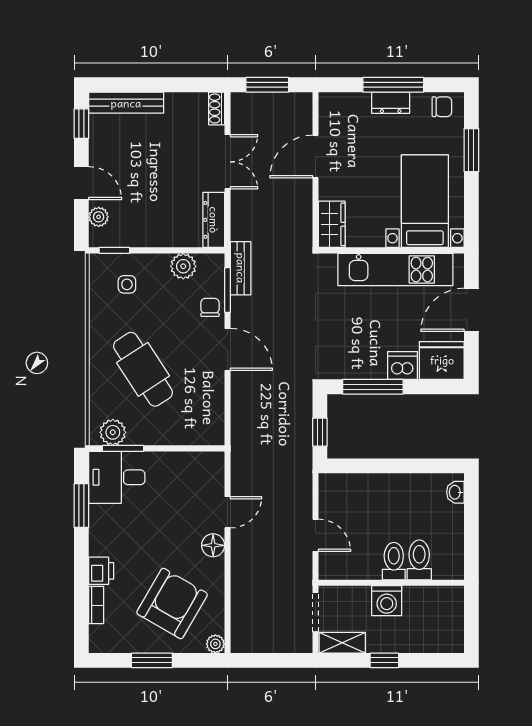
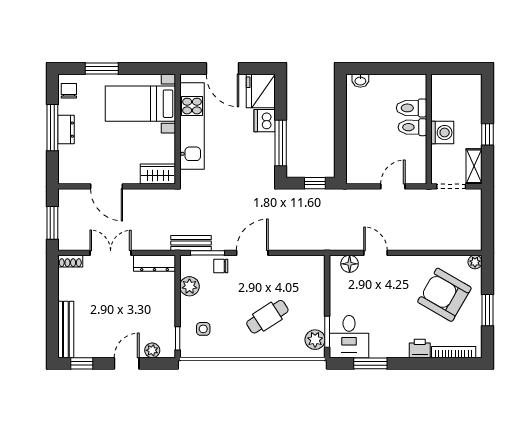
cafe table: (143, 369) -> (267, 317), width x0.73, depth x0.74
floor lamp: (213, 545) -> (350, 264), moved
bookcase: (96, 605) -> (454, 352), width x1.56

